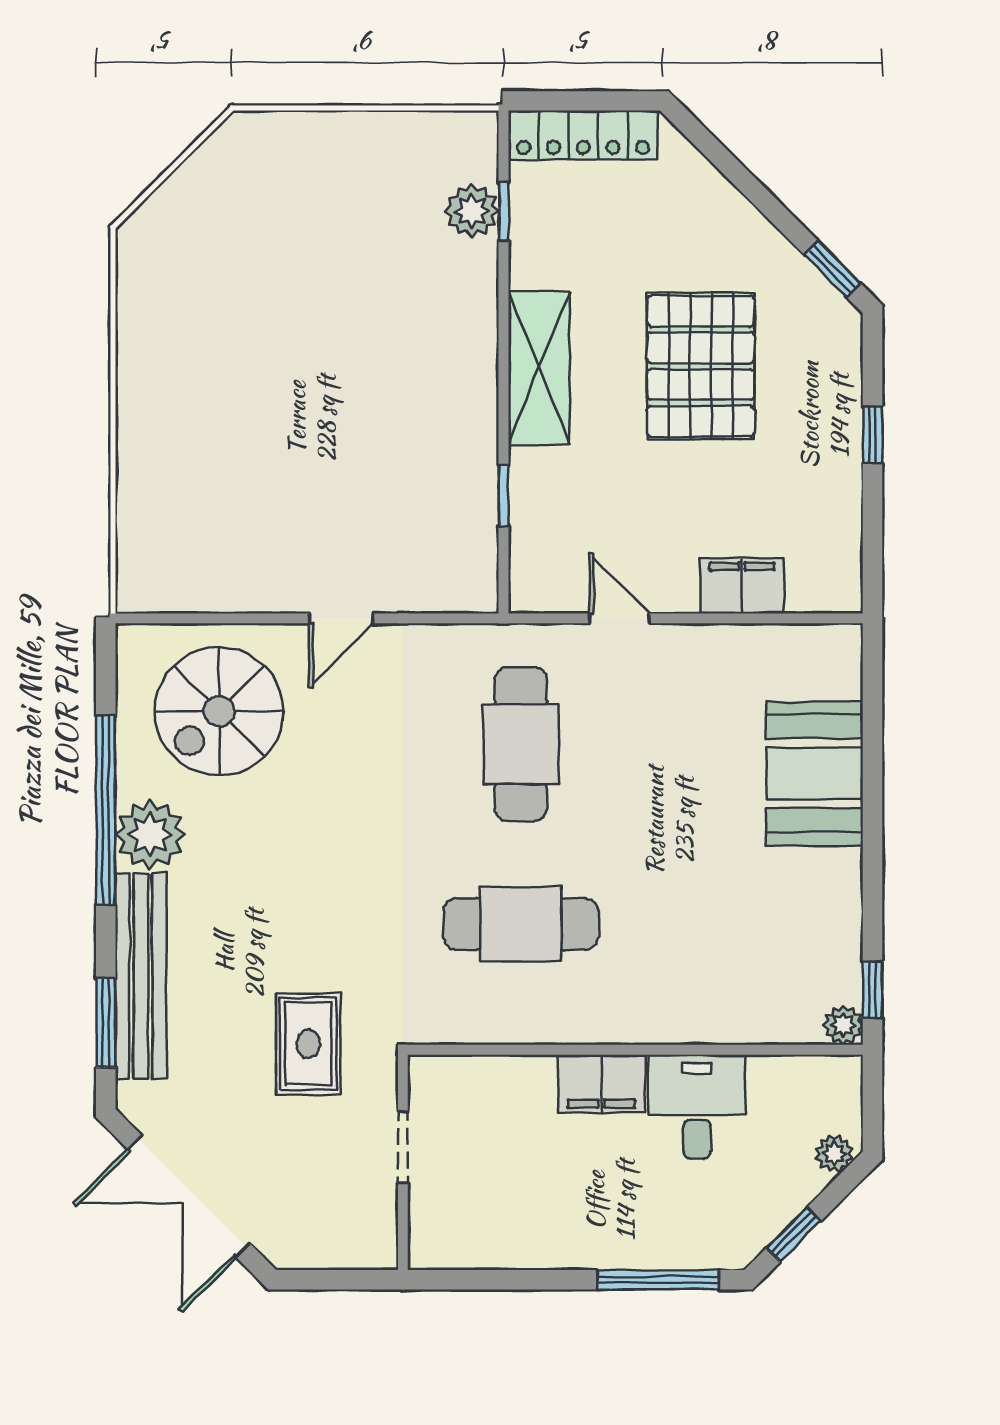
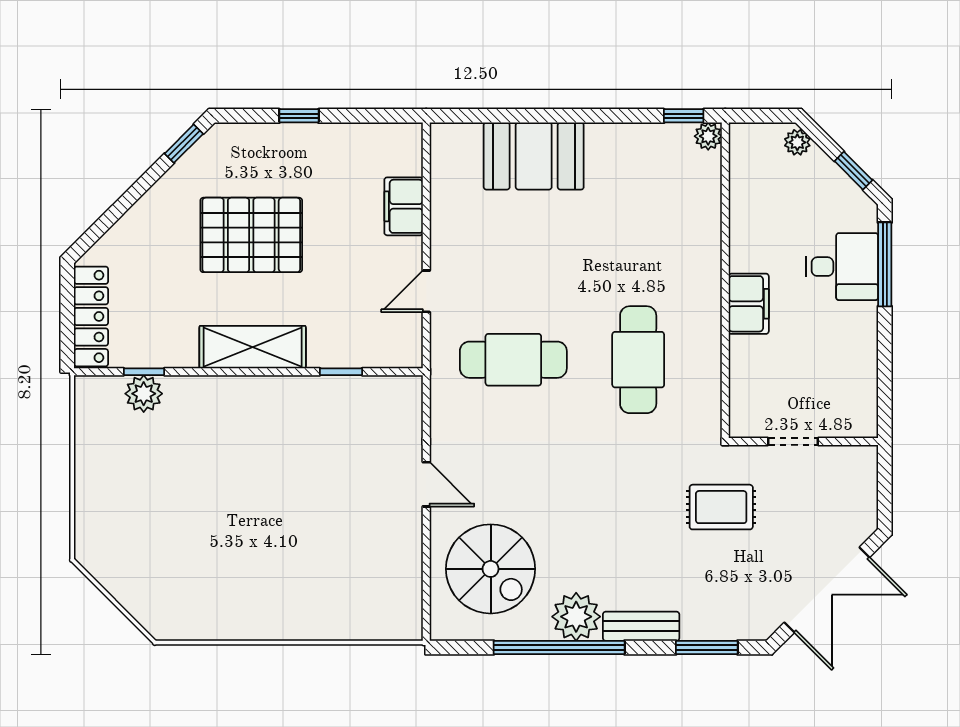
bench: (141, 976) -> (641, 626), width x0.54, depth x0.82
desk: (697, 1107) -> (842, 267), moved, turned 180

